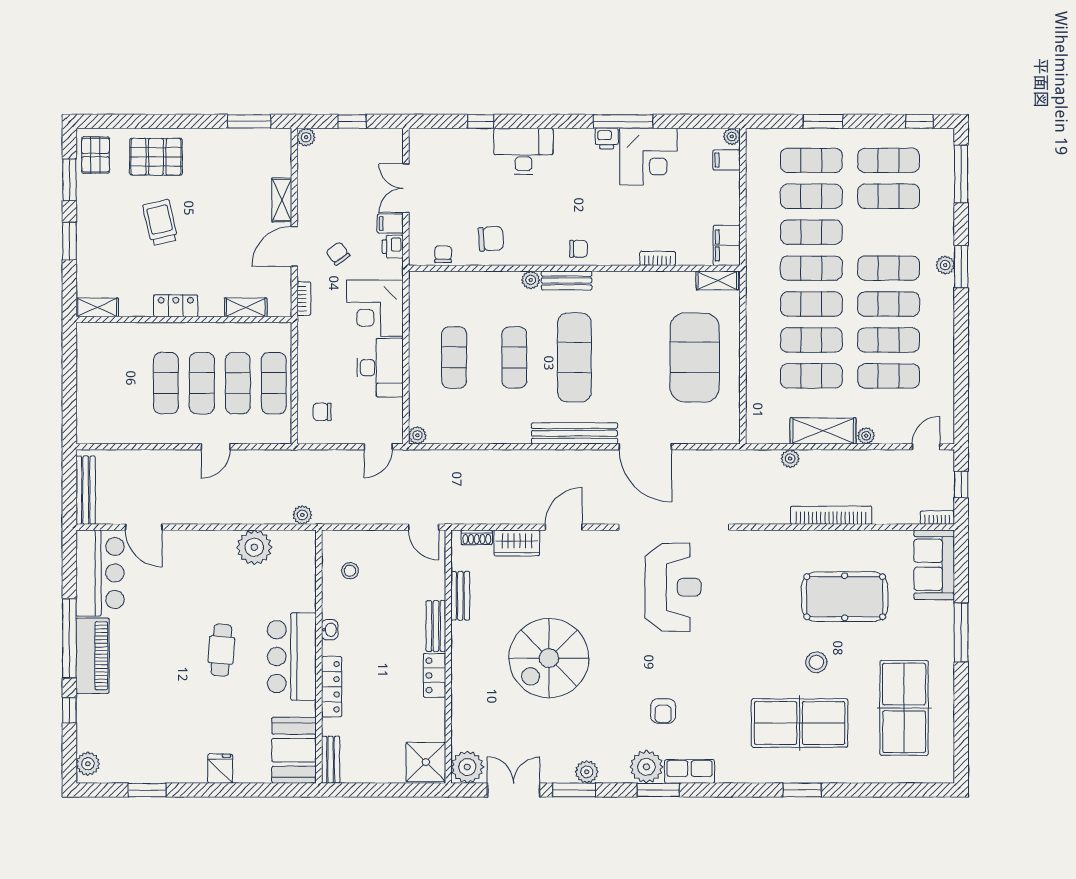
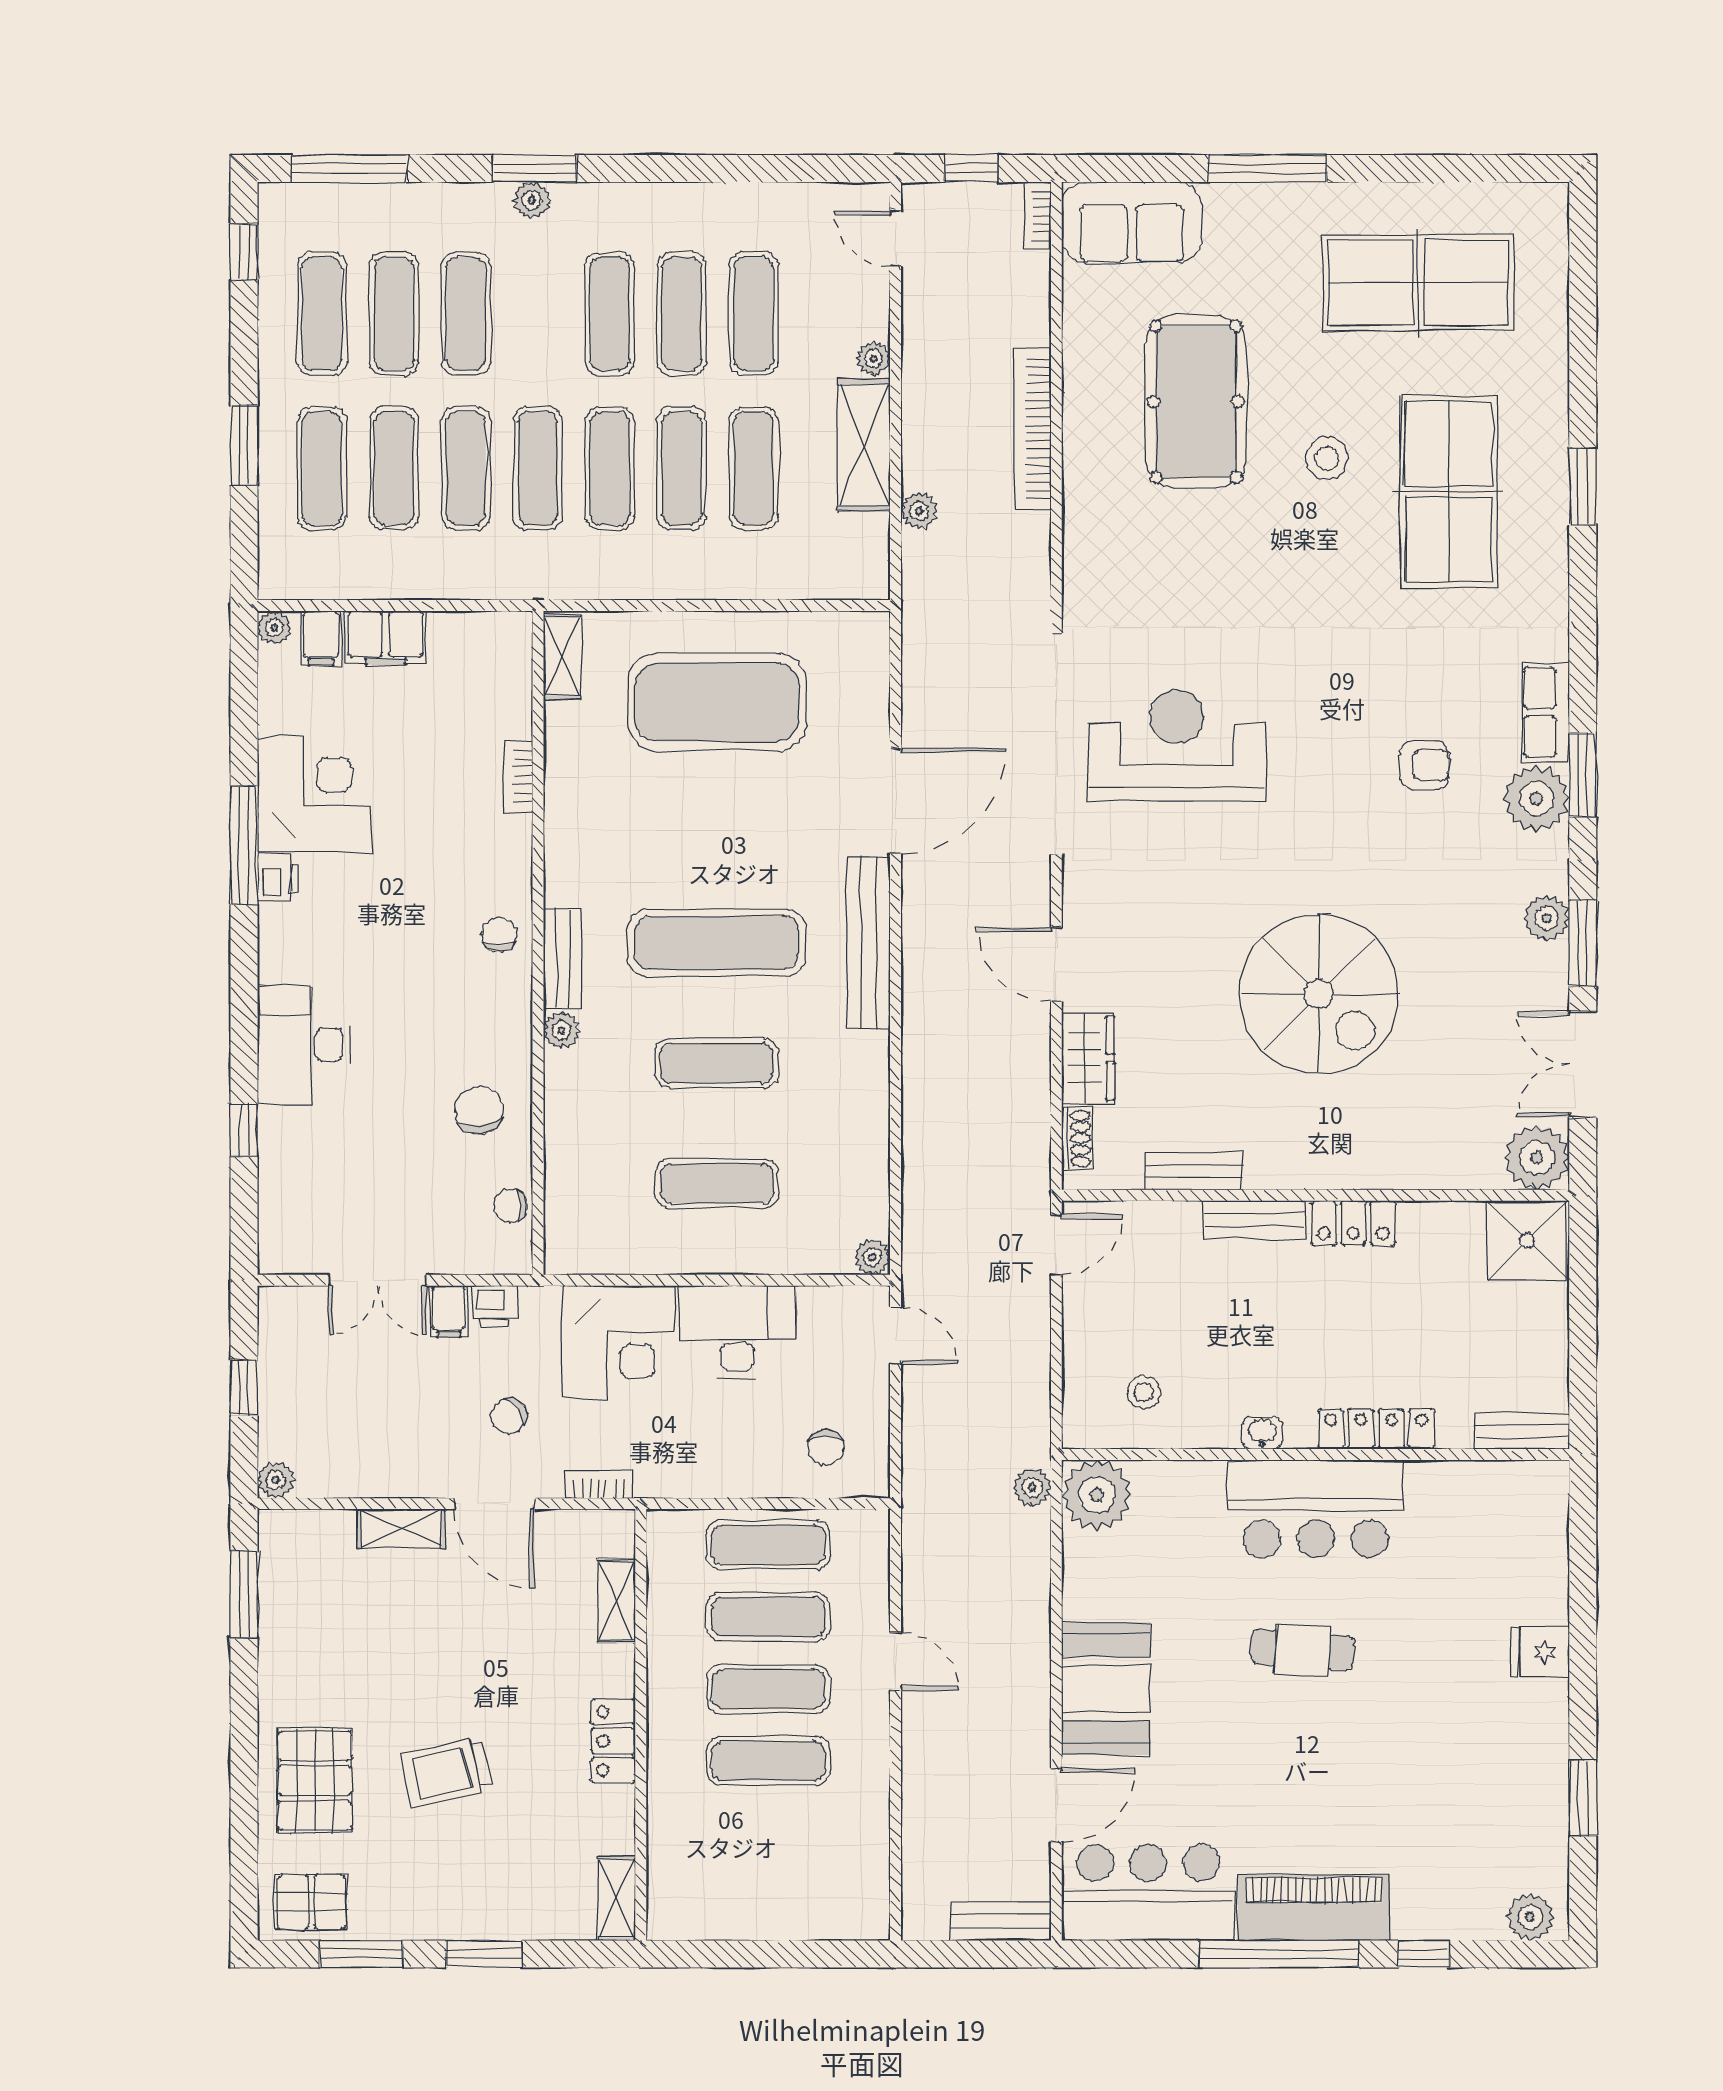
filing cabinet: (727, 245) -> (386, 638), moved
exercise mat: (889, 268) -> (466, 314), moved
bench: (86, 490) -> (1001, 1921), width x0.73
plant: (254, 547) -> (1097, 1495), moved
booth: (294, 750) -> (1106, 1689), moved, turned 90

